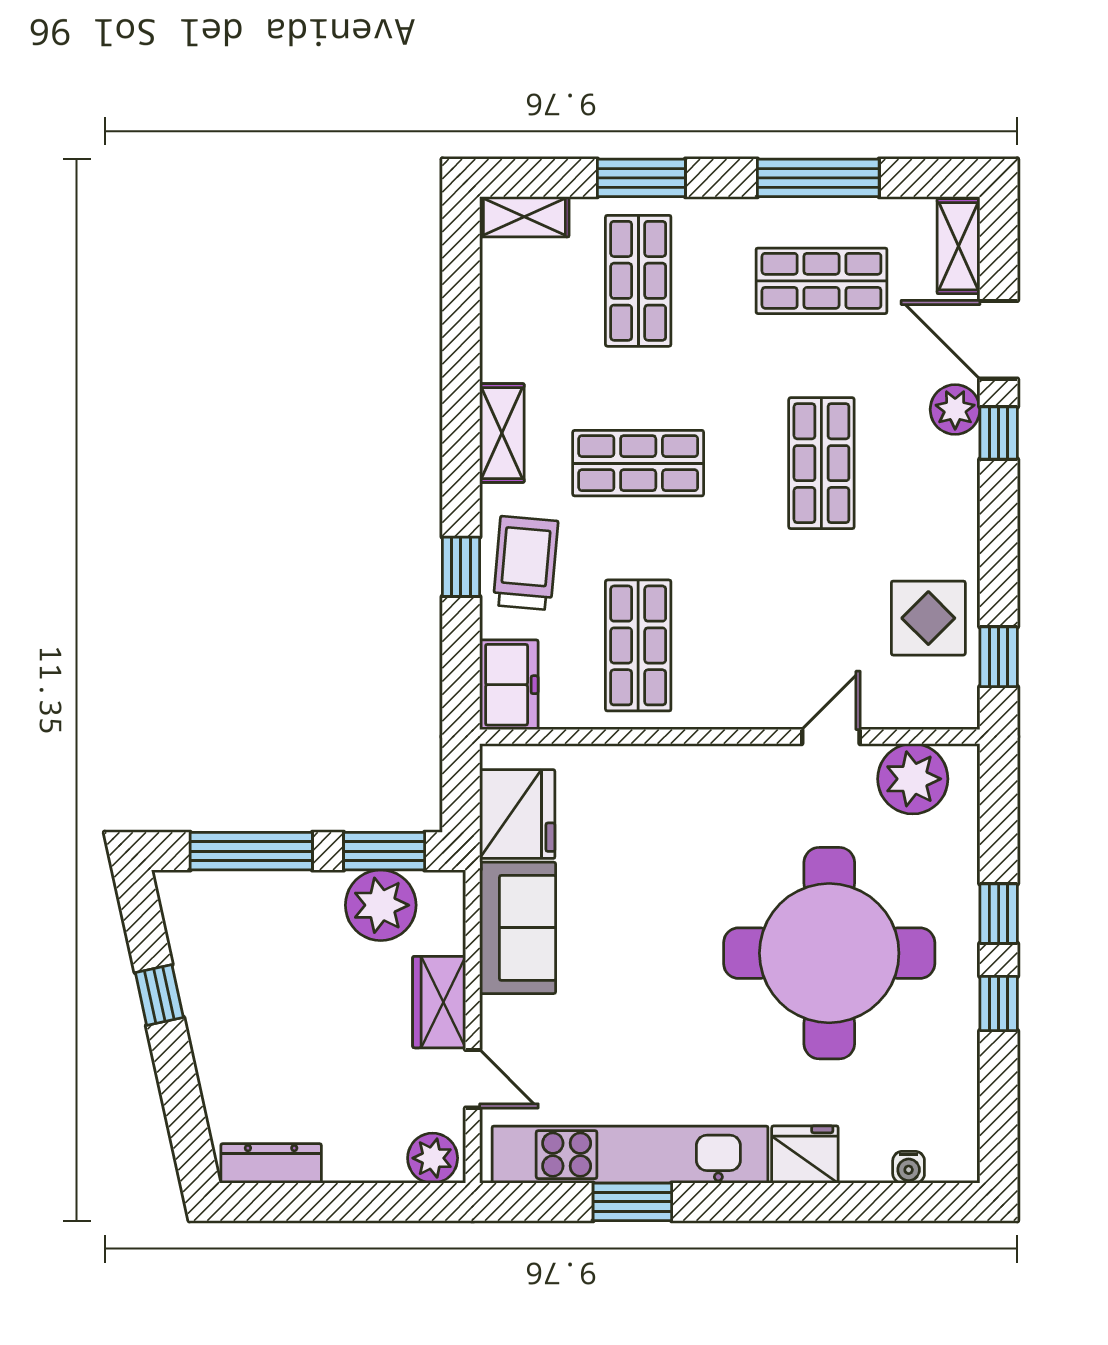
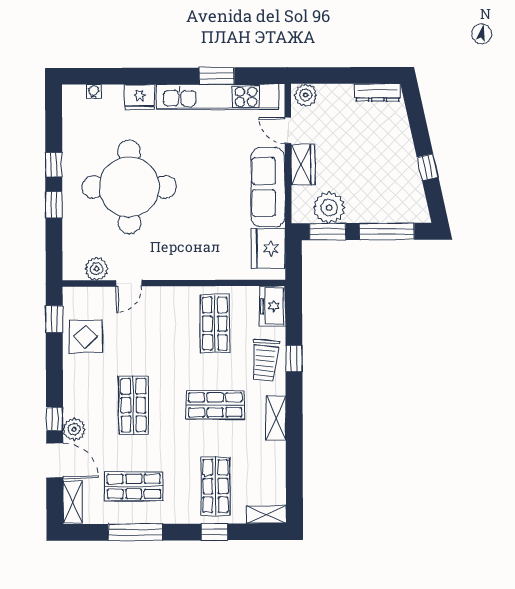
window: (641, 178) -> (214, 532), width x0.67
plant: (913, 779) -> (97, 269), width x0.73, depth x0.73
sofa: (518, 928) -> (268, 187), width x1.36

